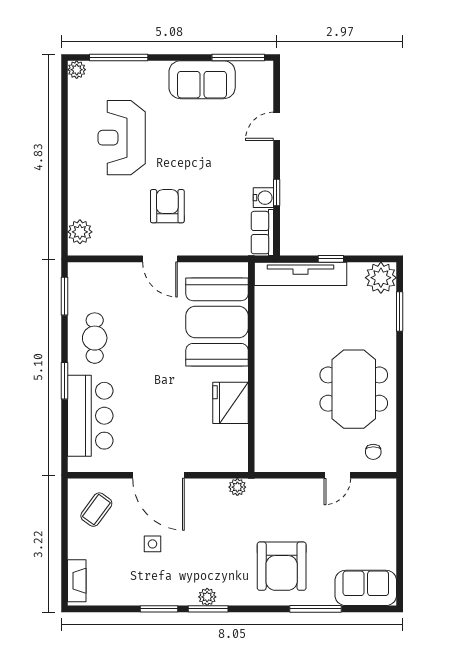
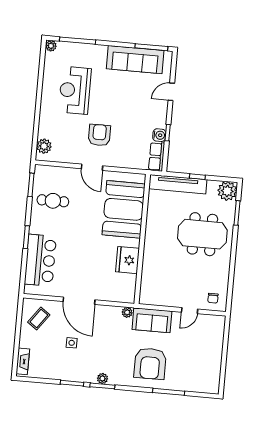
sofa: (202, 80) -> (135, 60), width x1.36
cafe table: (95, 338) -> (53, 201), moved, turned 90
meeting table: (354, 389) -> (202, 234), moved, turned 90
sofa: (366, 588) -> (152, 320), moved, turned 180

